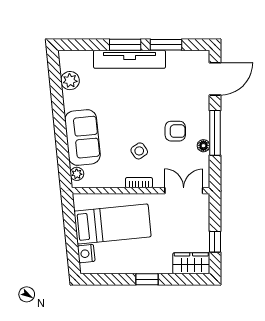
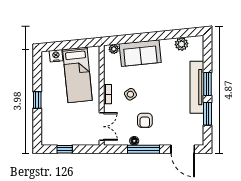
wardrobe: (191, 263) -> (49, 132), removed

